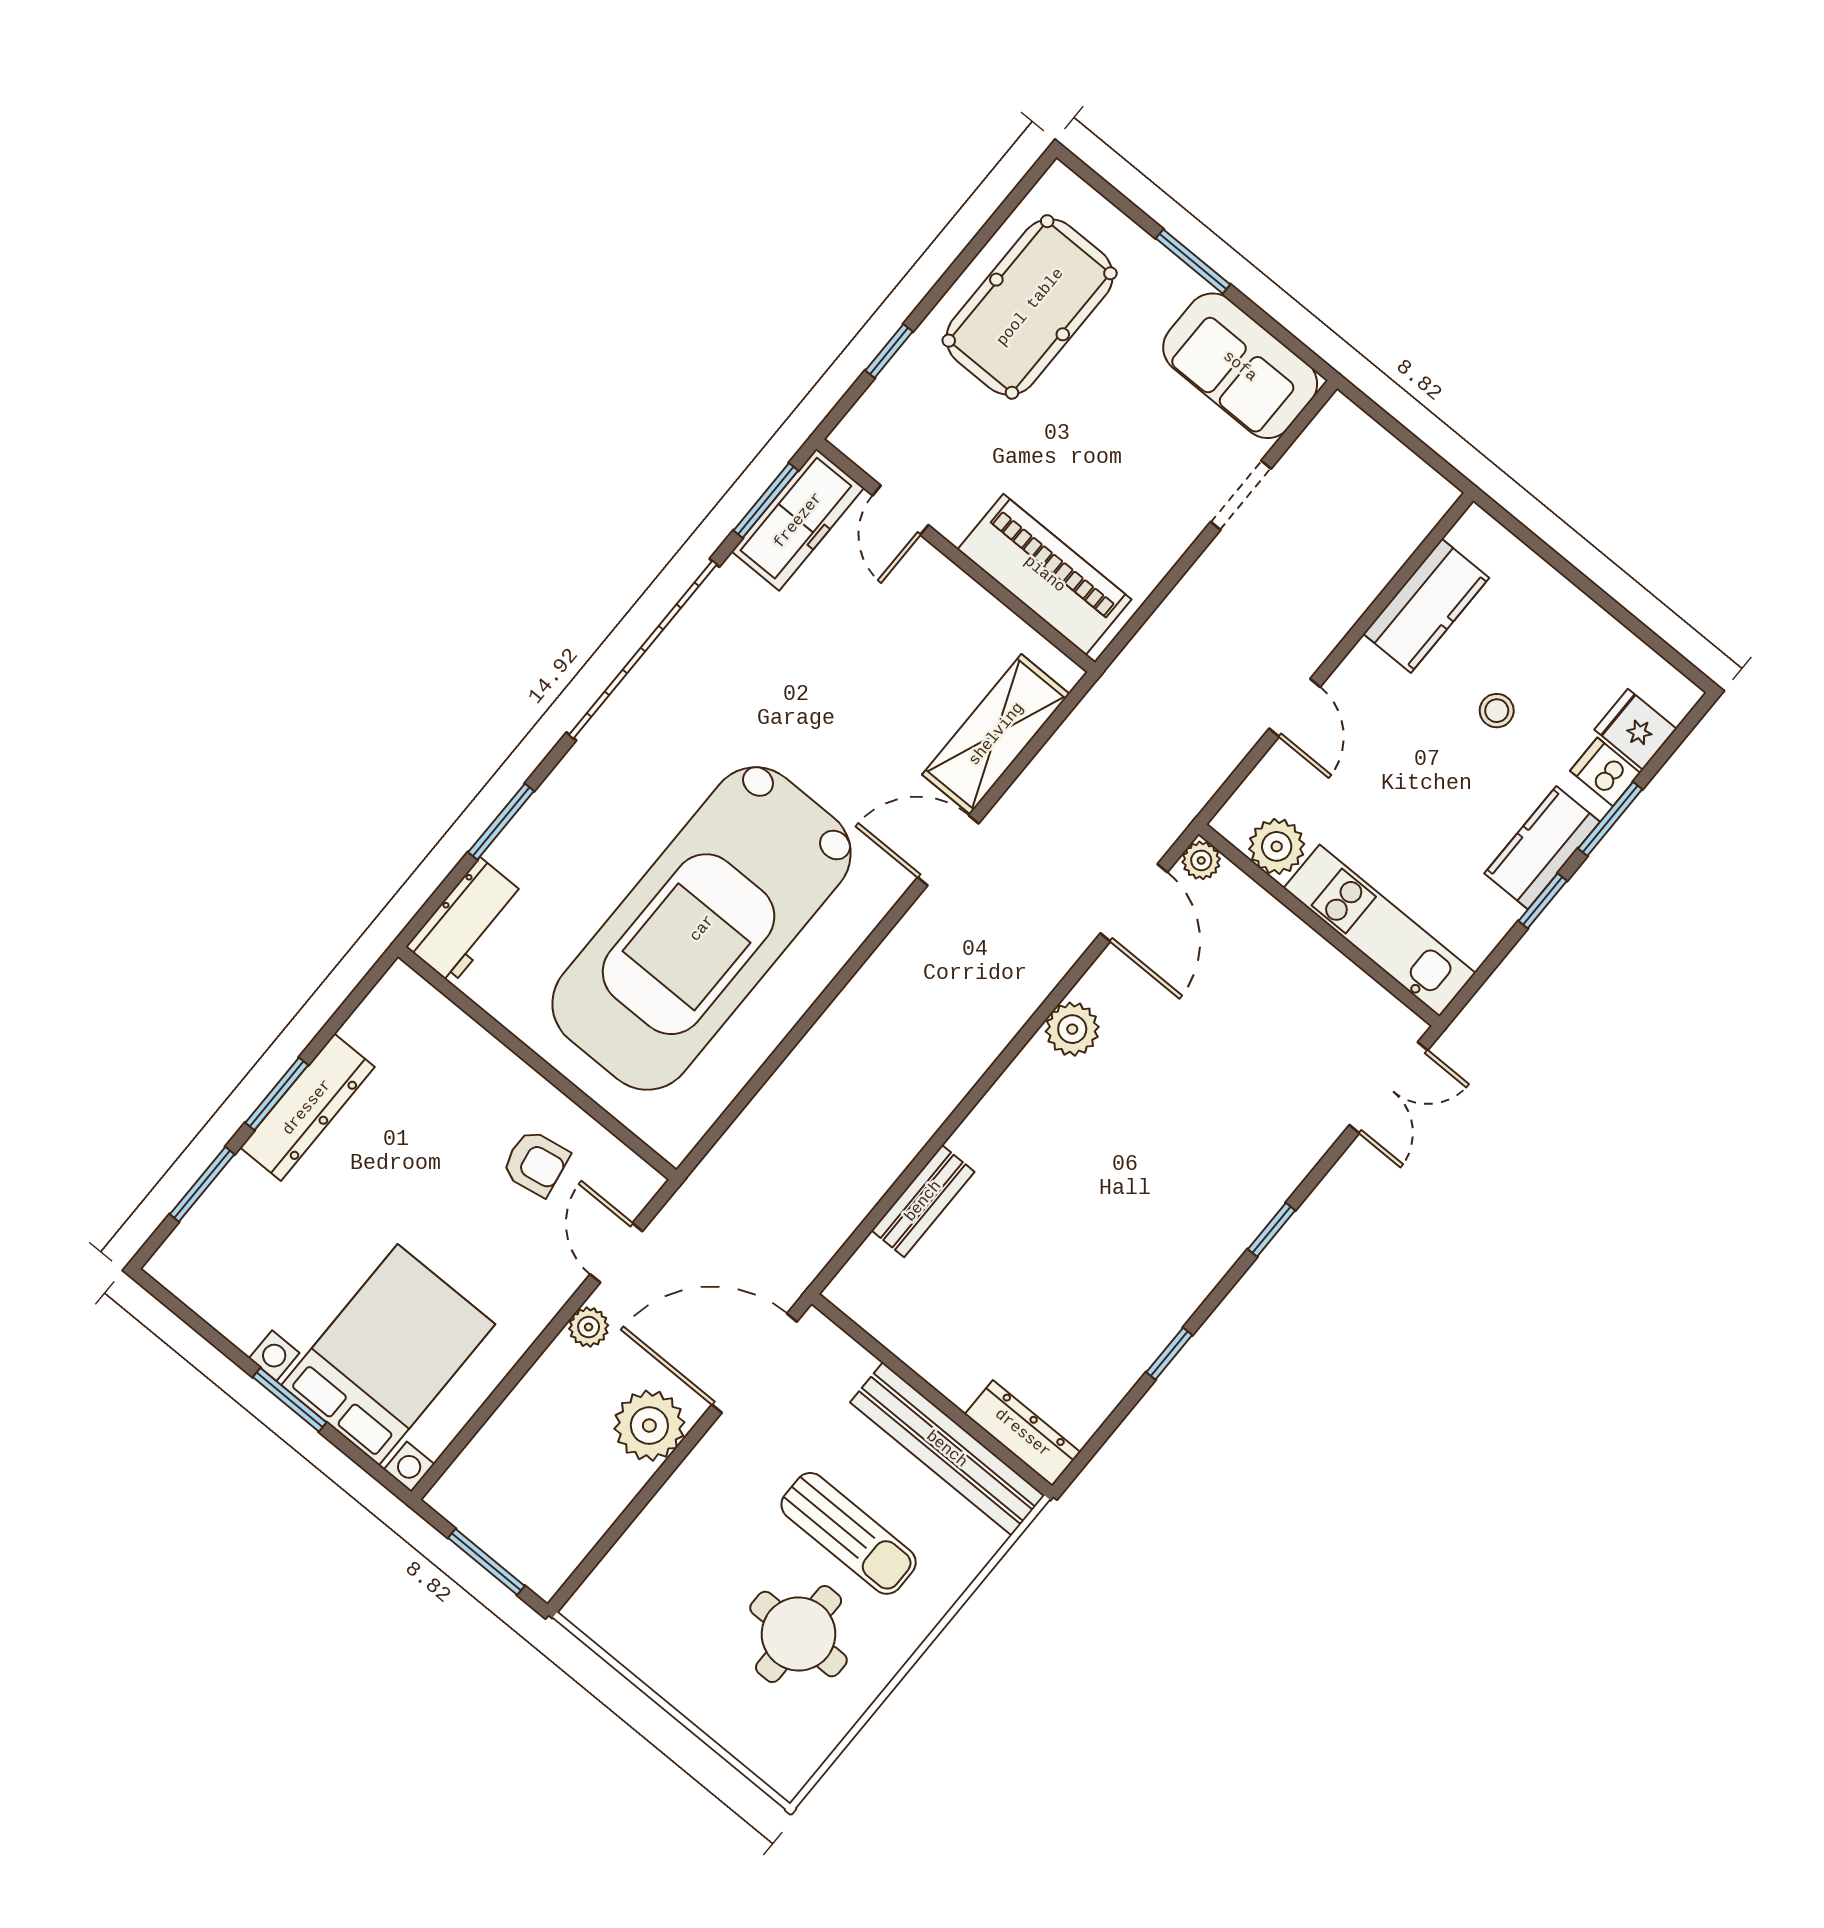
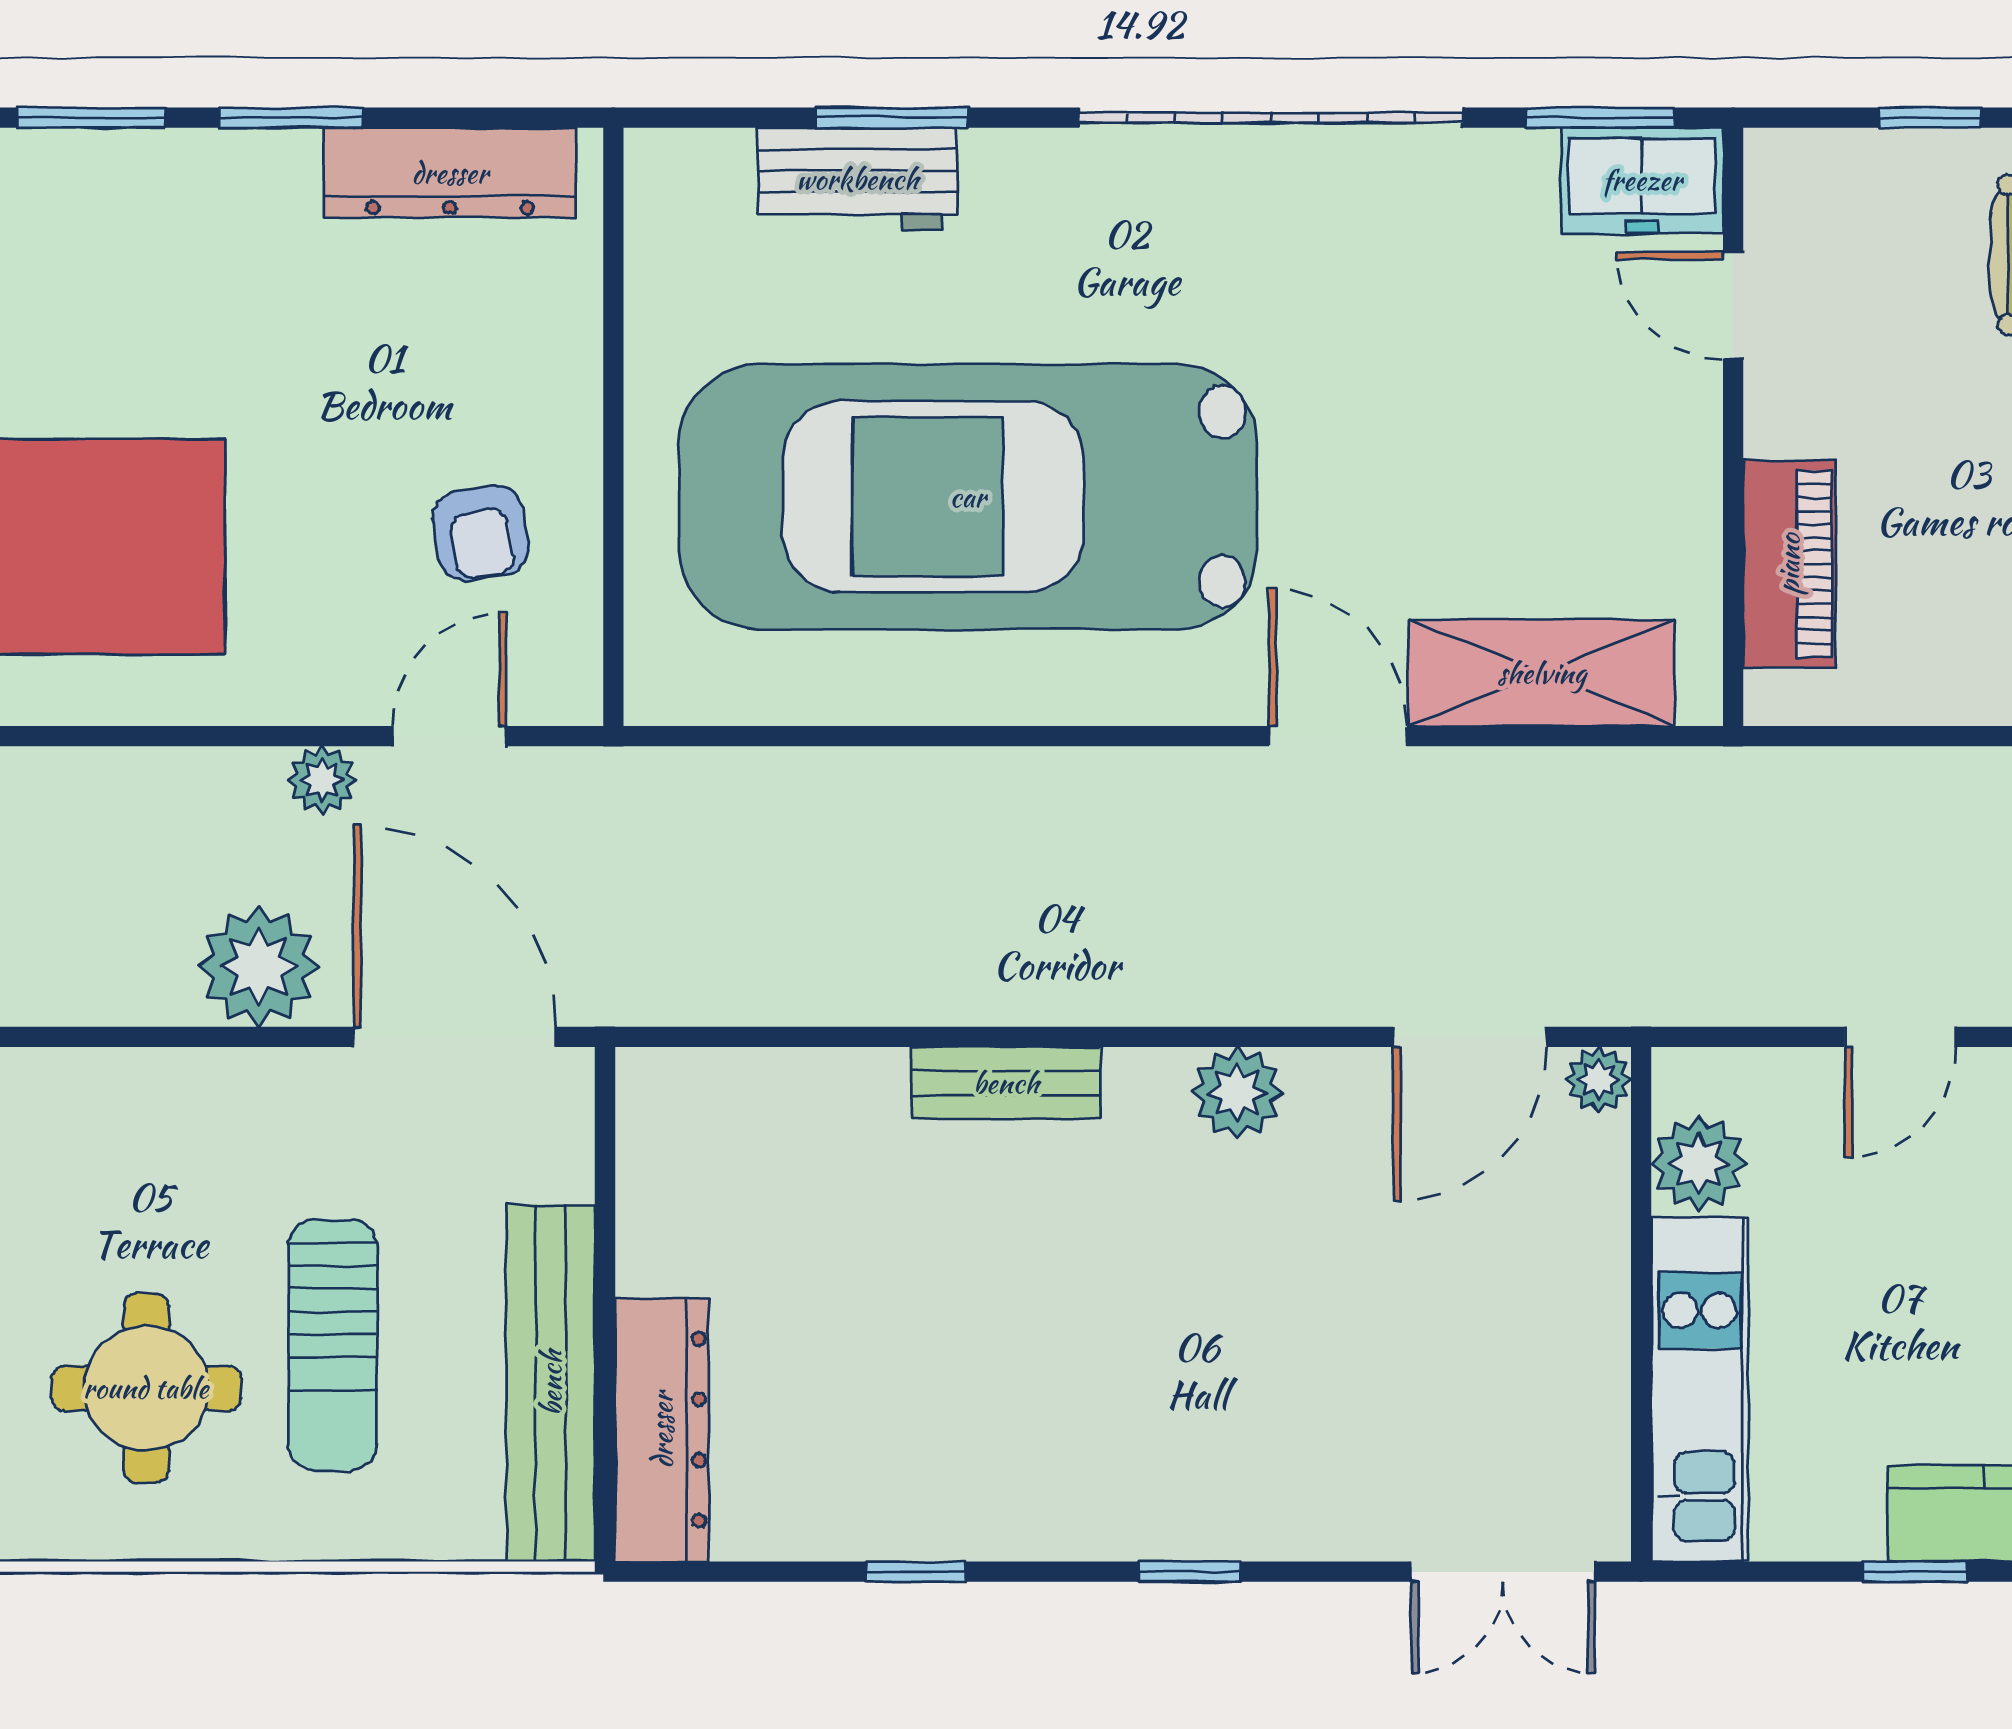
door: (901, 510) -> (1733, 305), hinge flipped
freezer: (798, 520) -> (1642, 180), width x0.71
piano: (1045, 574) -> (1789, 564), width x0.73, depth x0.75
workbench: (466, 921) -> (857, 179), moved
dresser: (307, 1107) -> (450, 173), moved
bench: (923, 1201) -> (1006, 1083), moved
dresser: (1023, 1433) -> (662, 1430), width x1.37, depth x1.24

